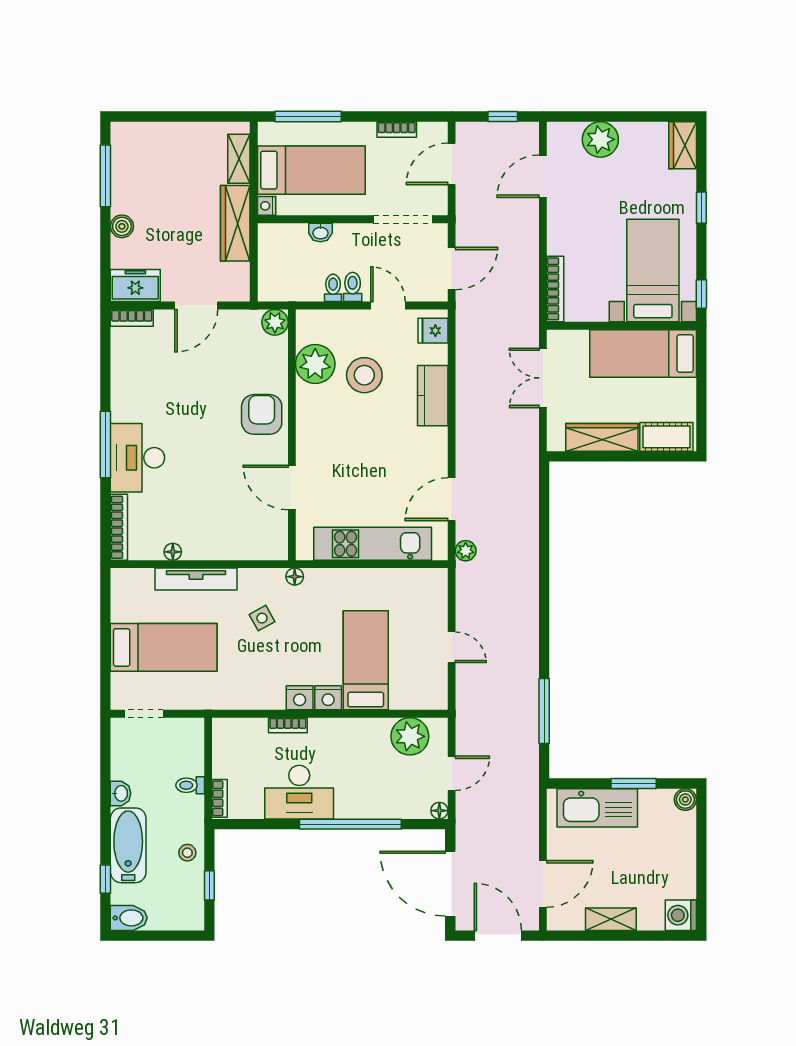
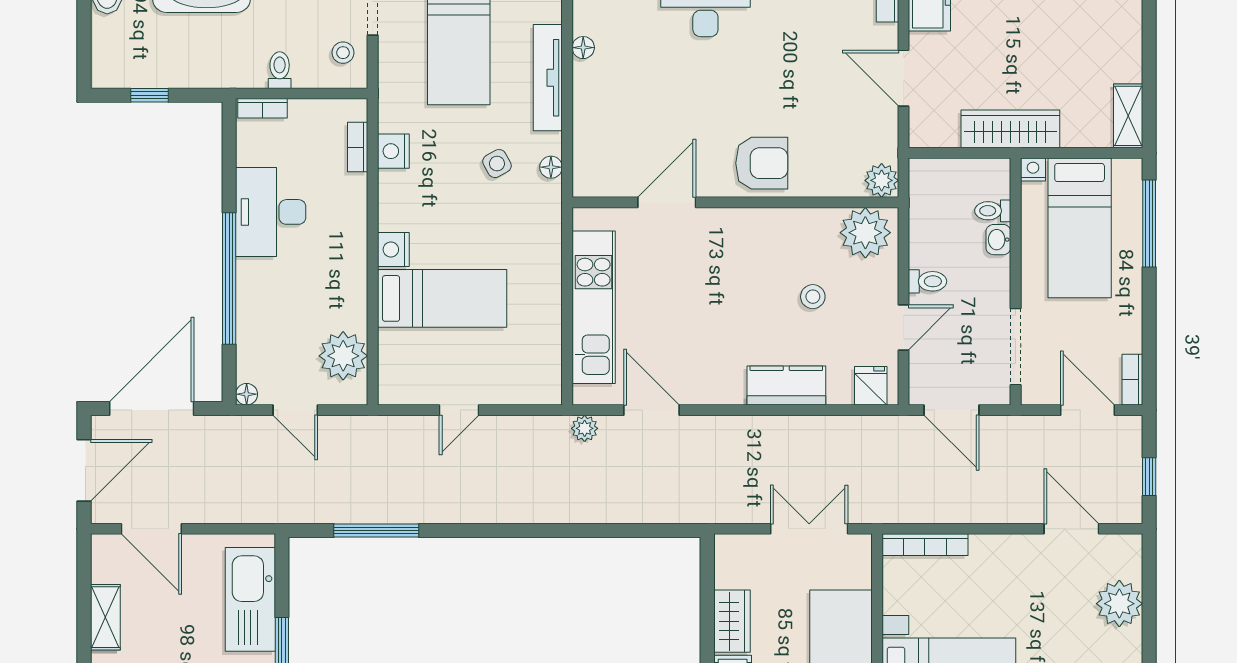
bookcase: (397, 129) -> (1132, 380), moved
shelving: (239, 159) -> (1128, 116), moved, turned 90
toilet: (333, 288) -> (993, 211), moved, turned 180
plant: (315, 364) -> (865, 233), moved
stool: (364, 375) -> (813, 297), width x0.53, depth x0.53
wardrobe: (602, 437) -> (732, 621), width x0.67
floor lamp: (295, 577) -> (551, 167), moved
nightstand: (300, 698) -> (393, 151), moved
bookcase: (288, 725) -> (358, 147), moved
stool: (187, 853) -> (343, 53), moved

